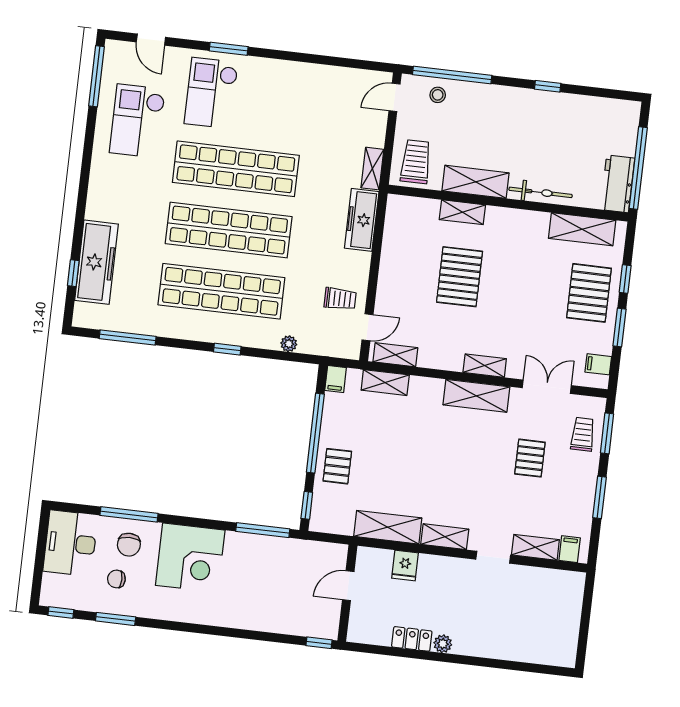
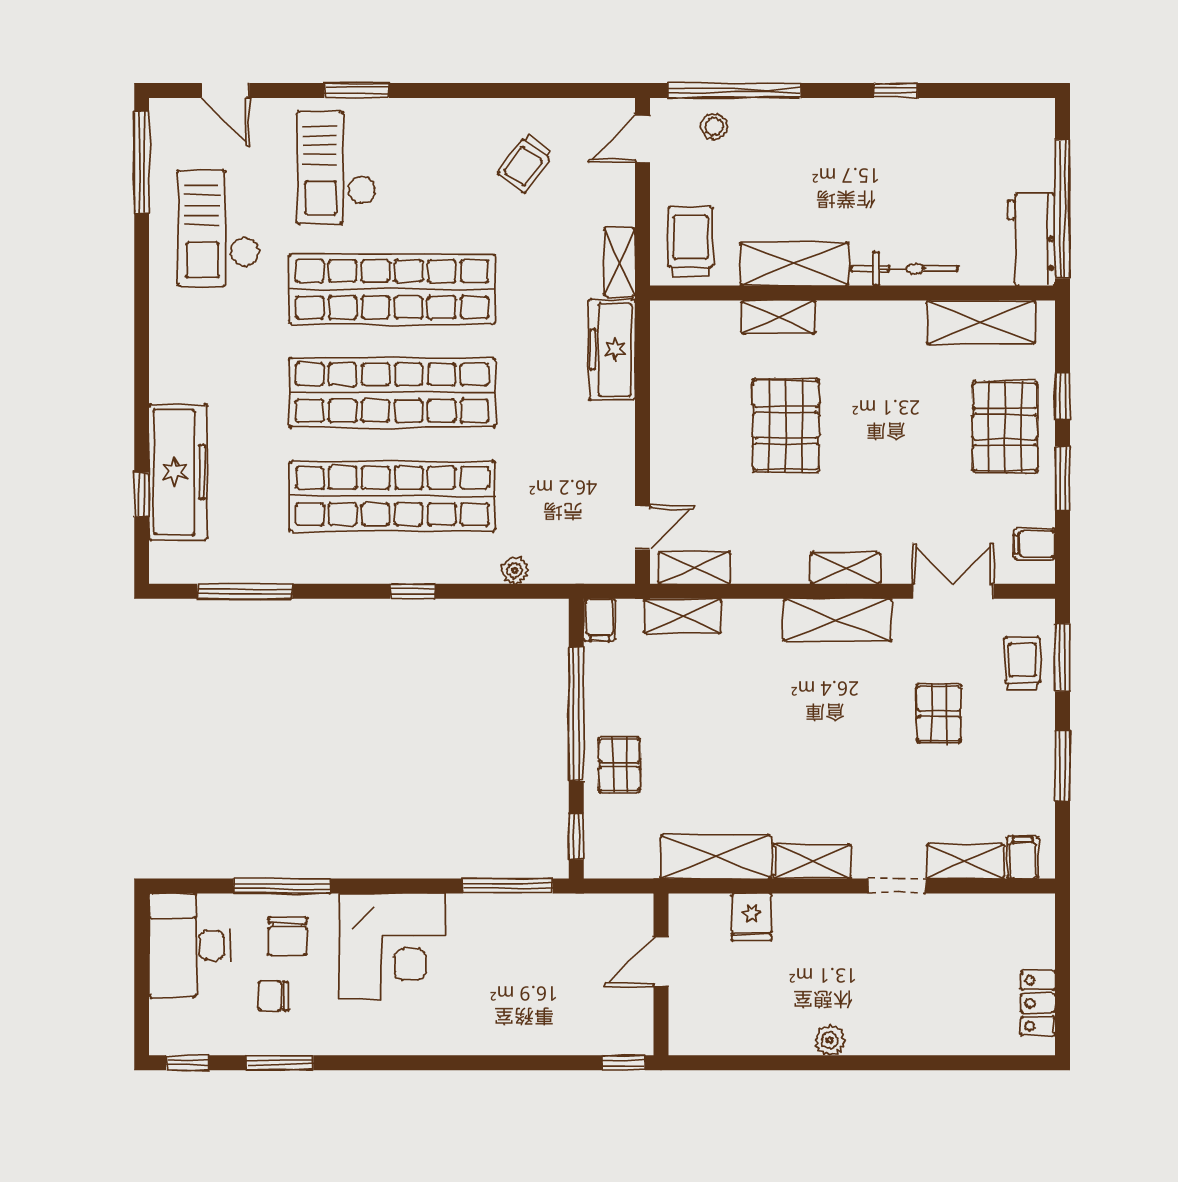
trolley: (340, 299) -> (525, 163), moved, turned 126
locker: (412, 639) -> (1038, 1003), moved, turned -90

